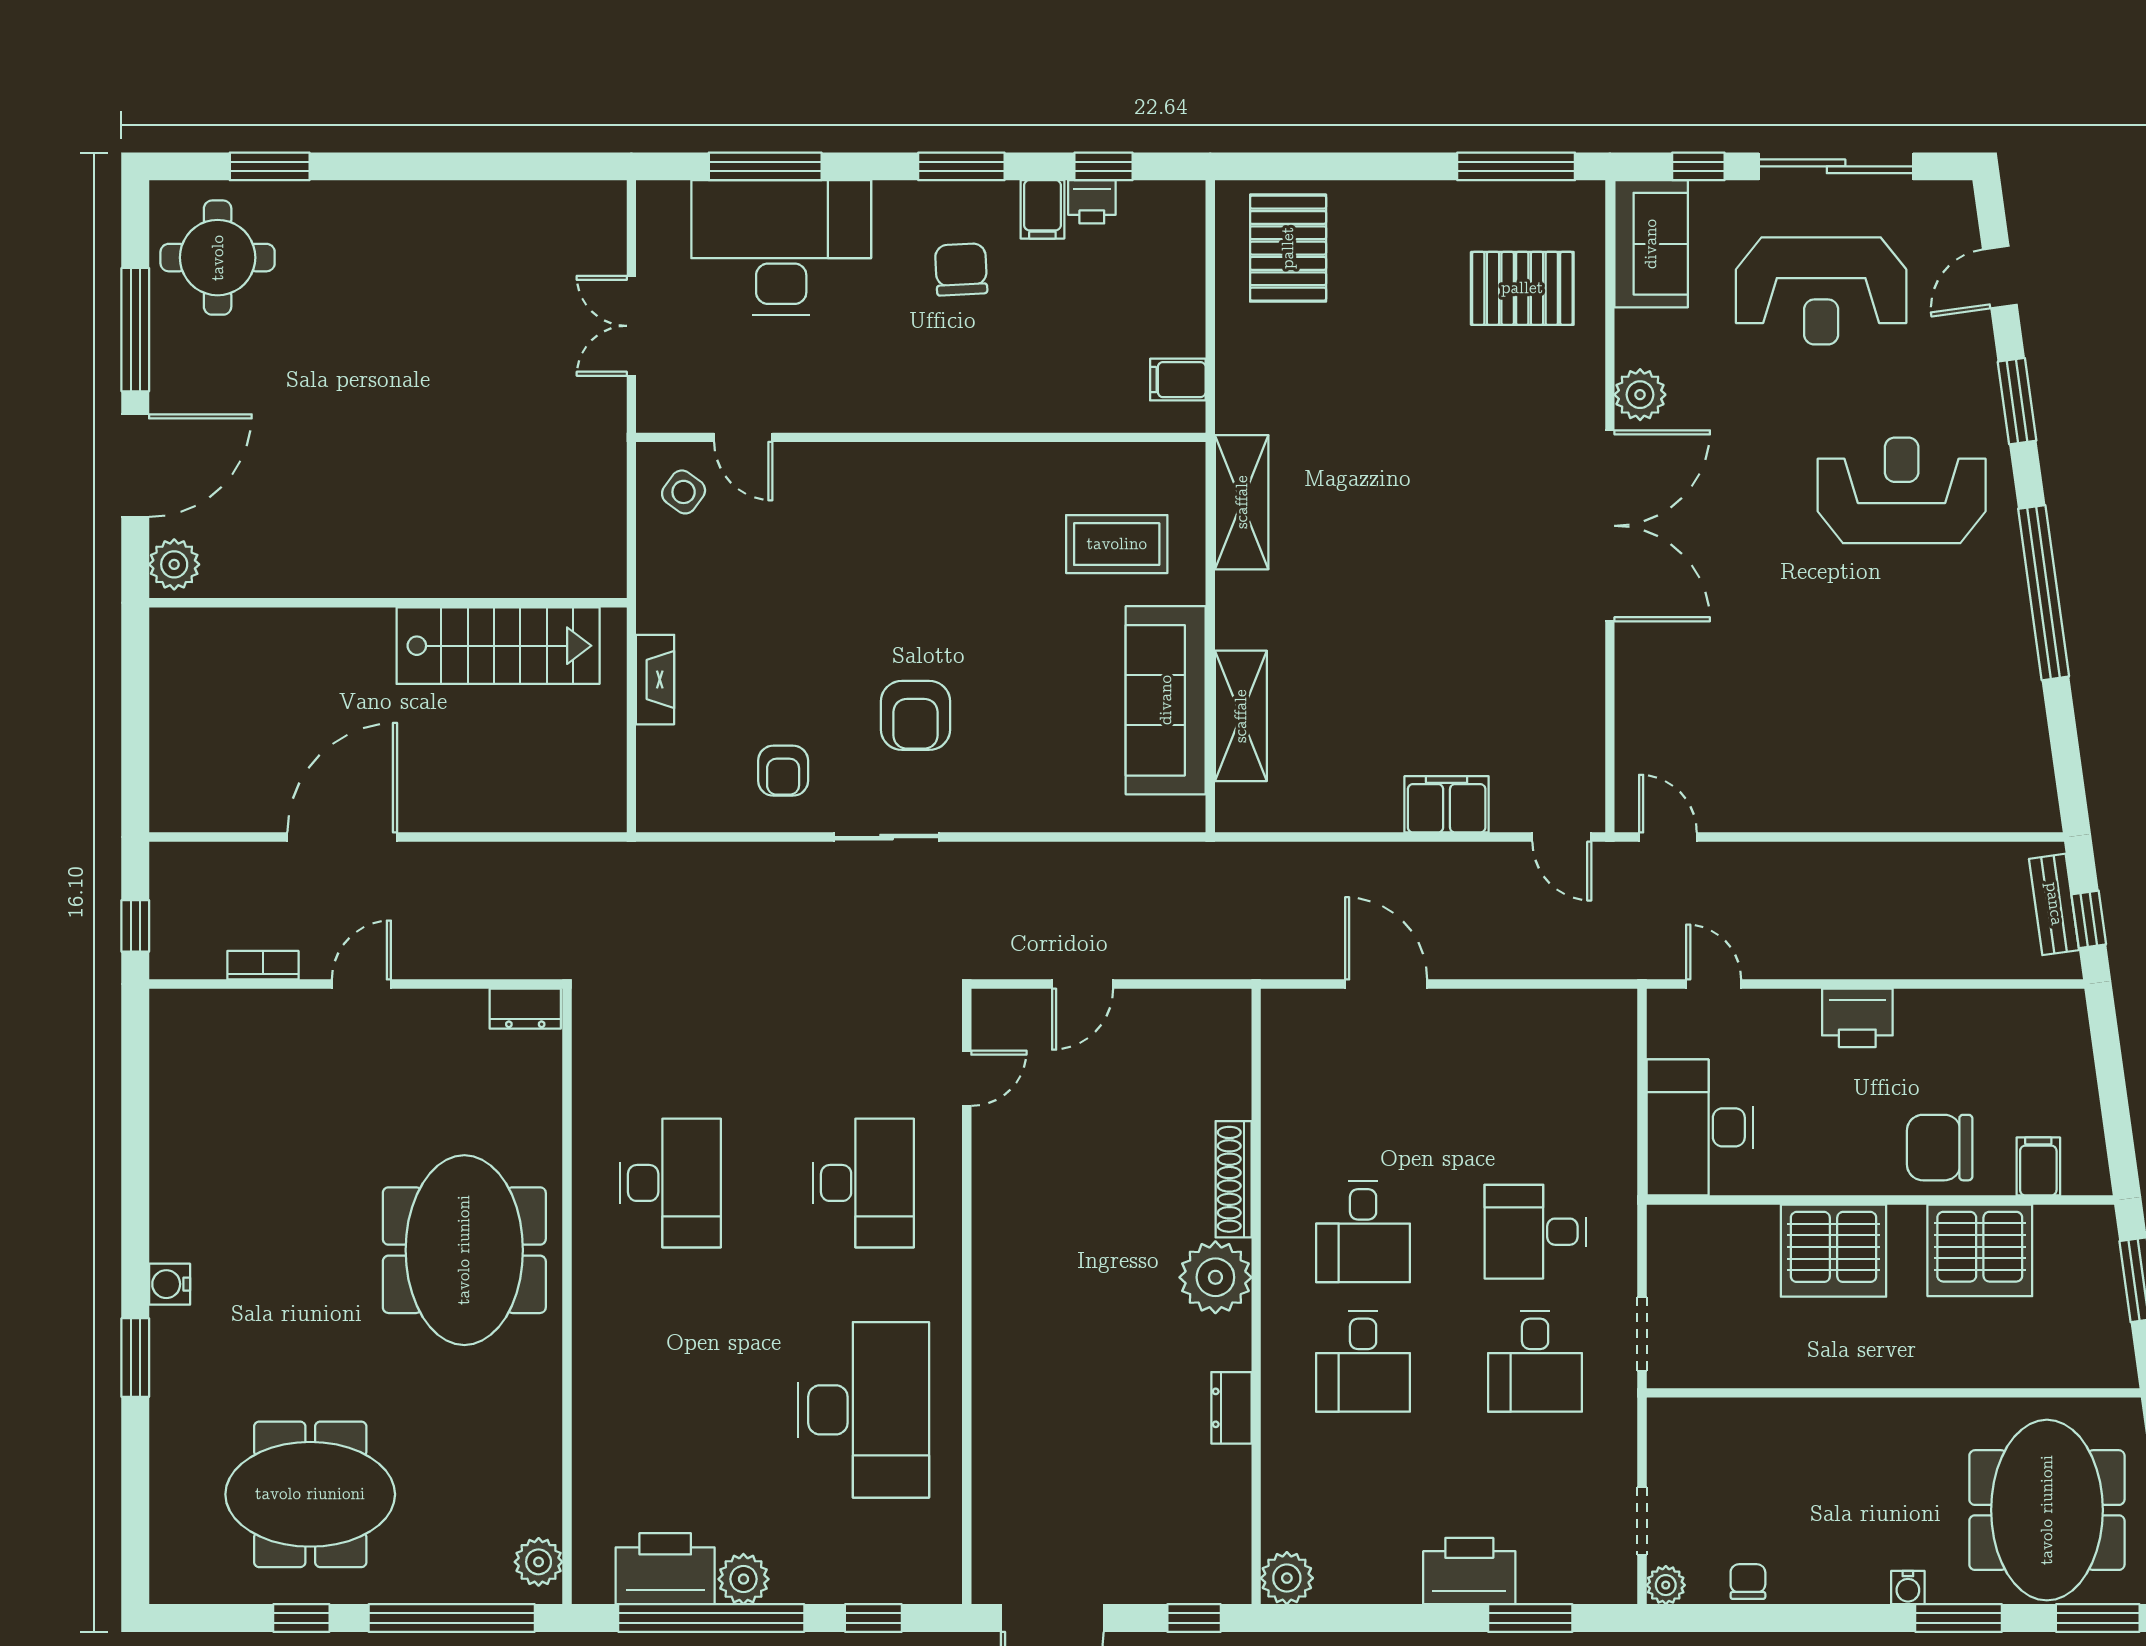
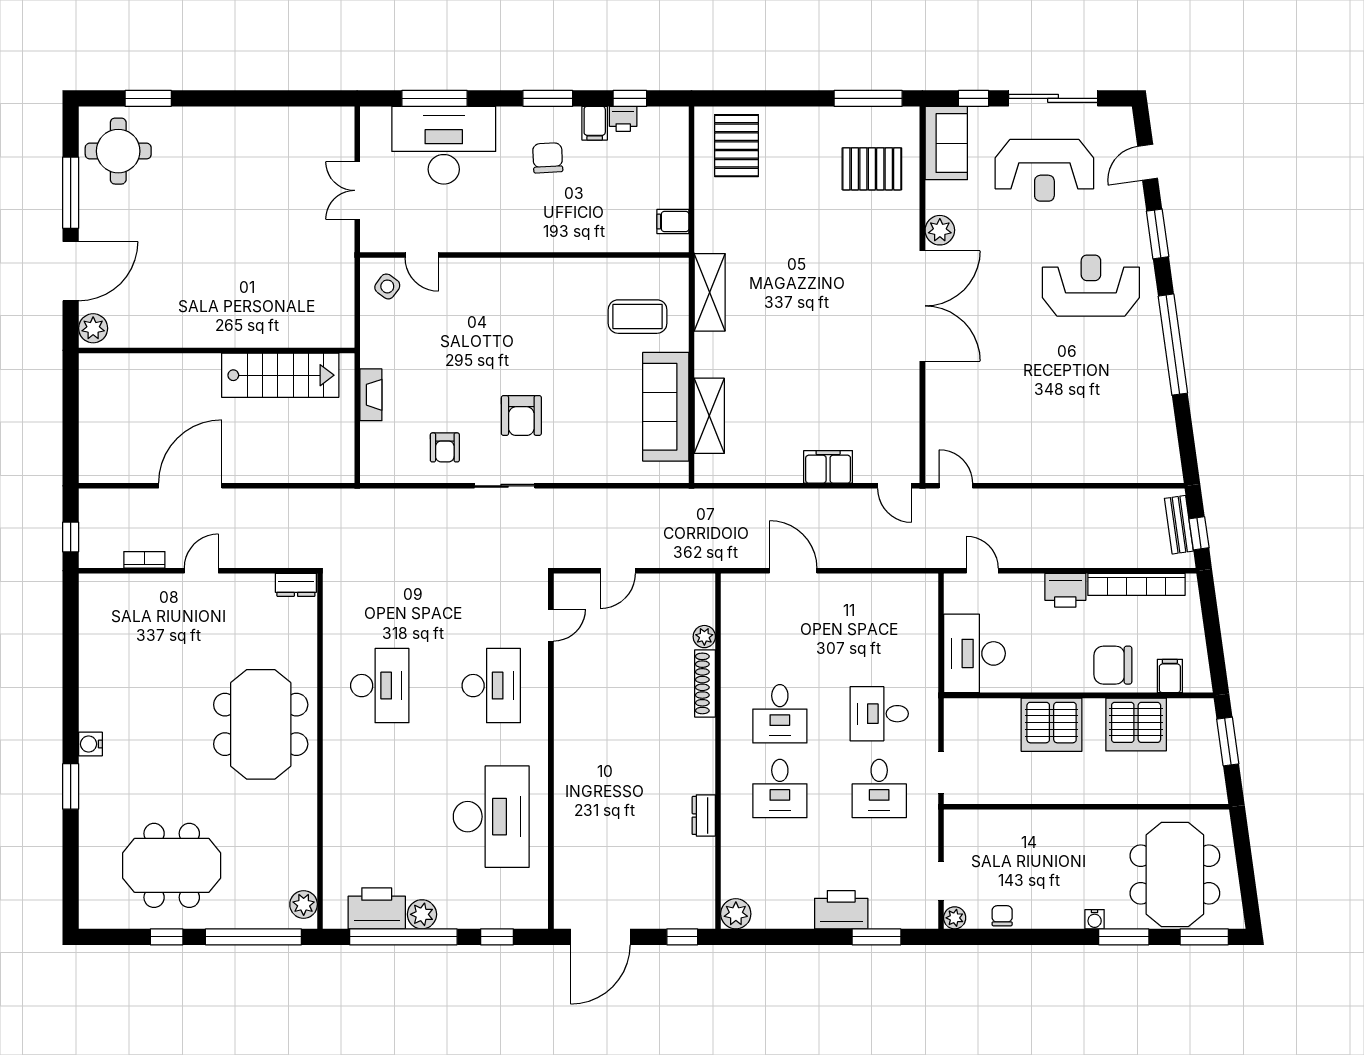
bookcase: (1980, 1008) -> (1136, 584), added
plant: (1215, 1277) -> (704, 637), moved, width x0.53, depth x0.53

